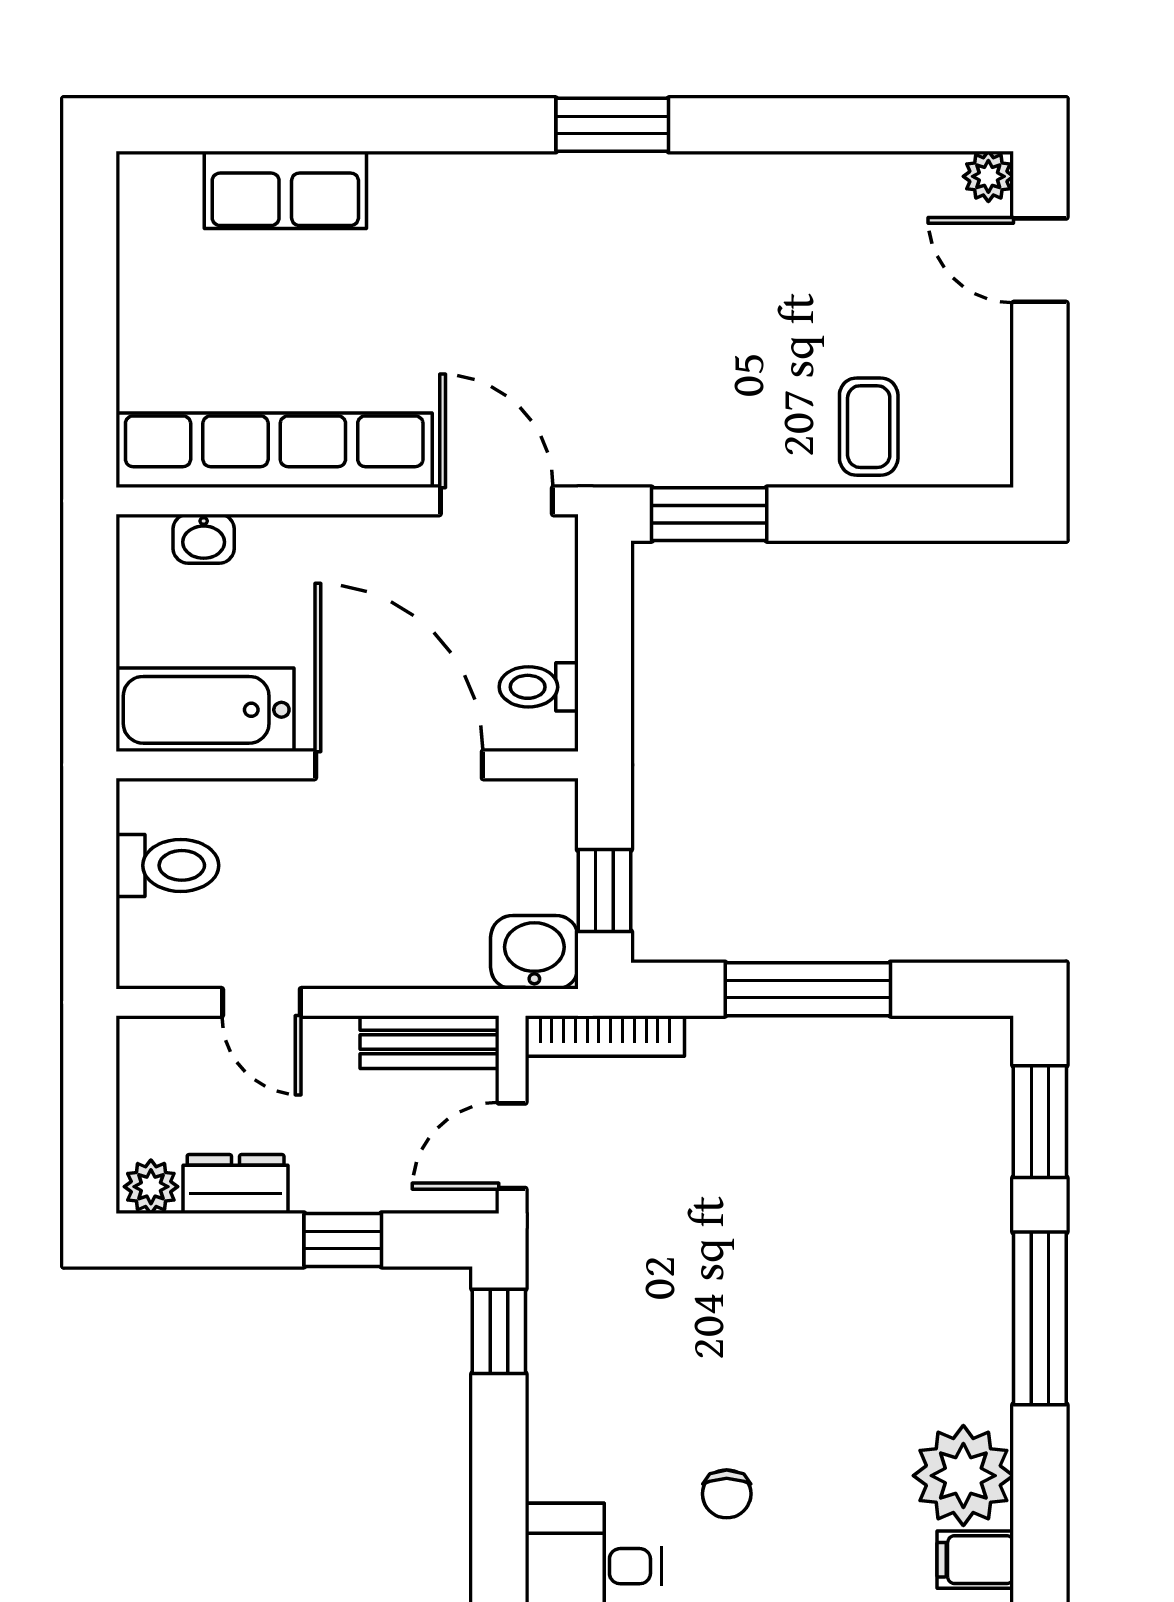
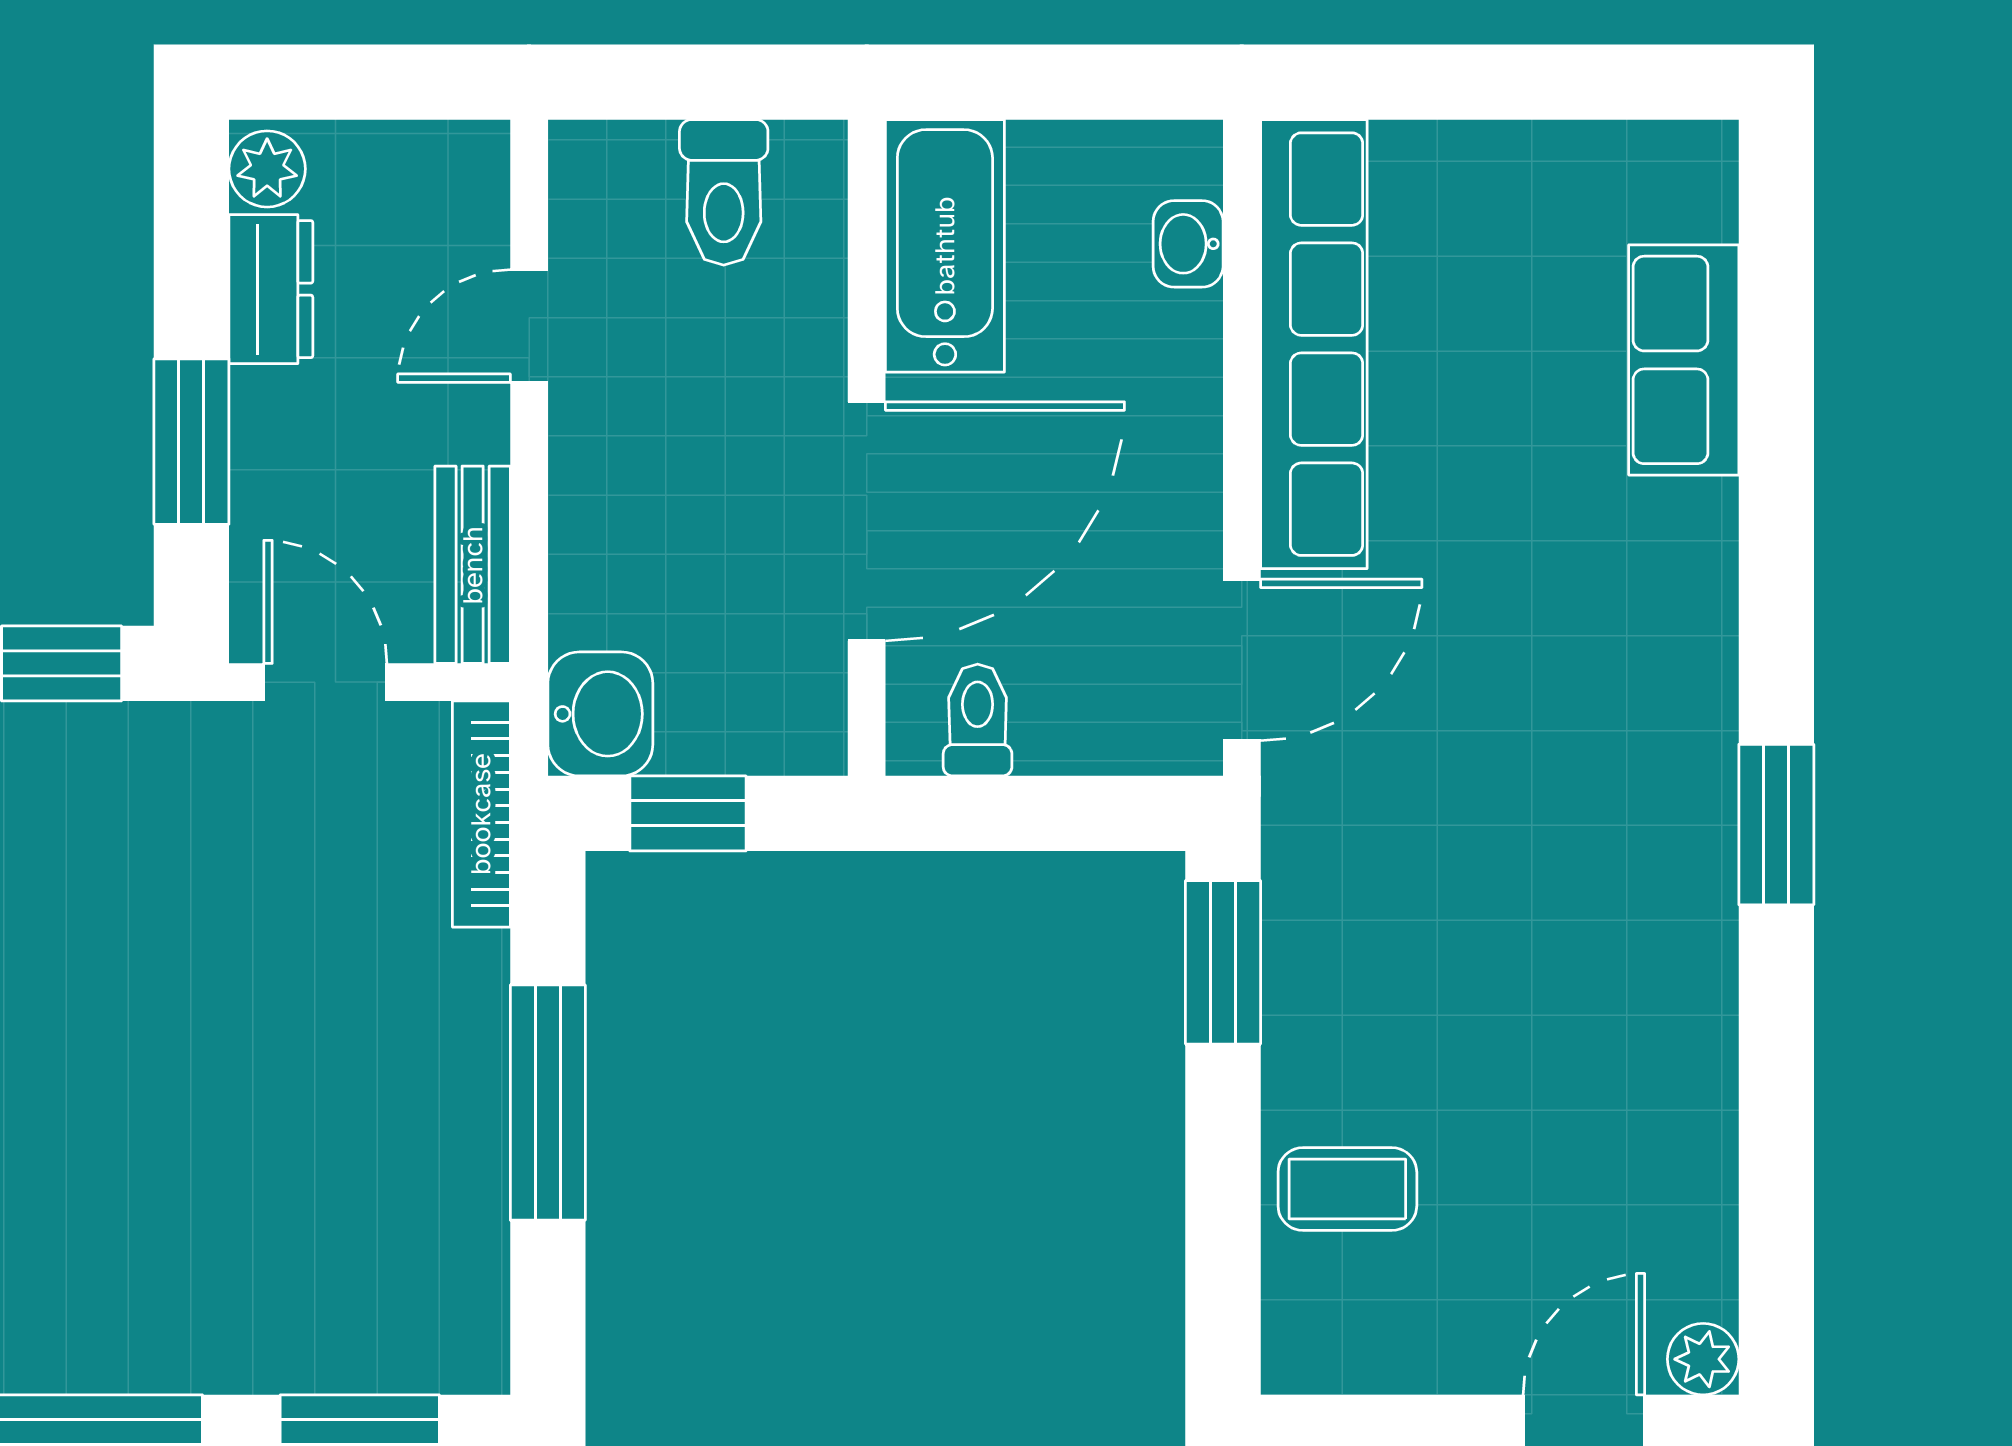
window: (343, 1240) -> (191, 442), width x1.50

